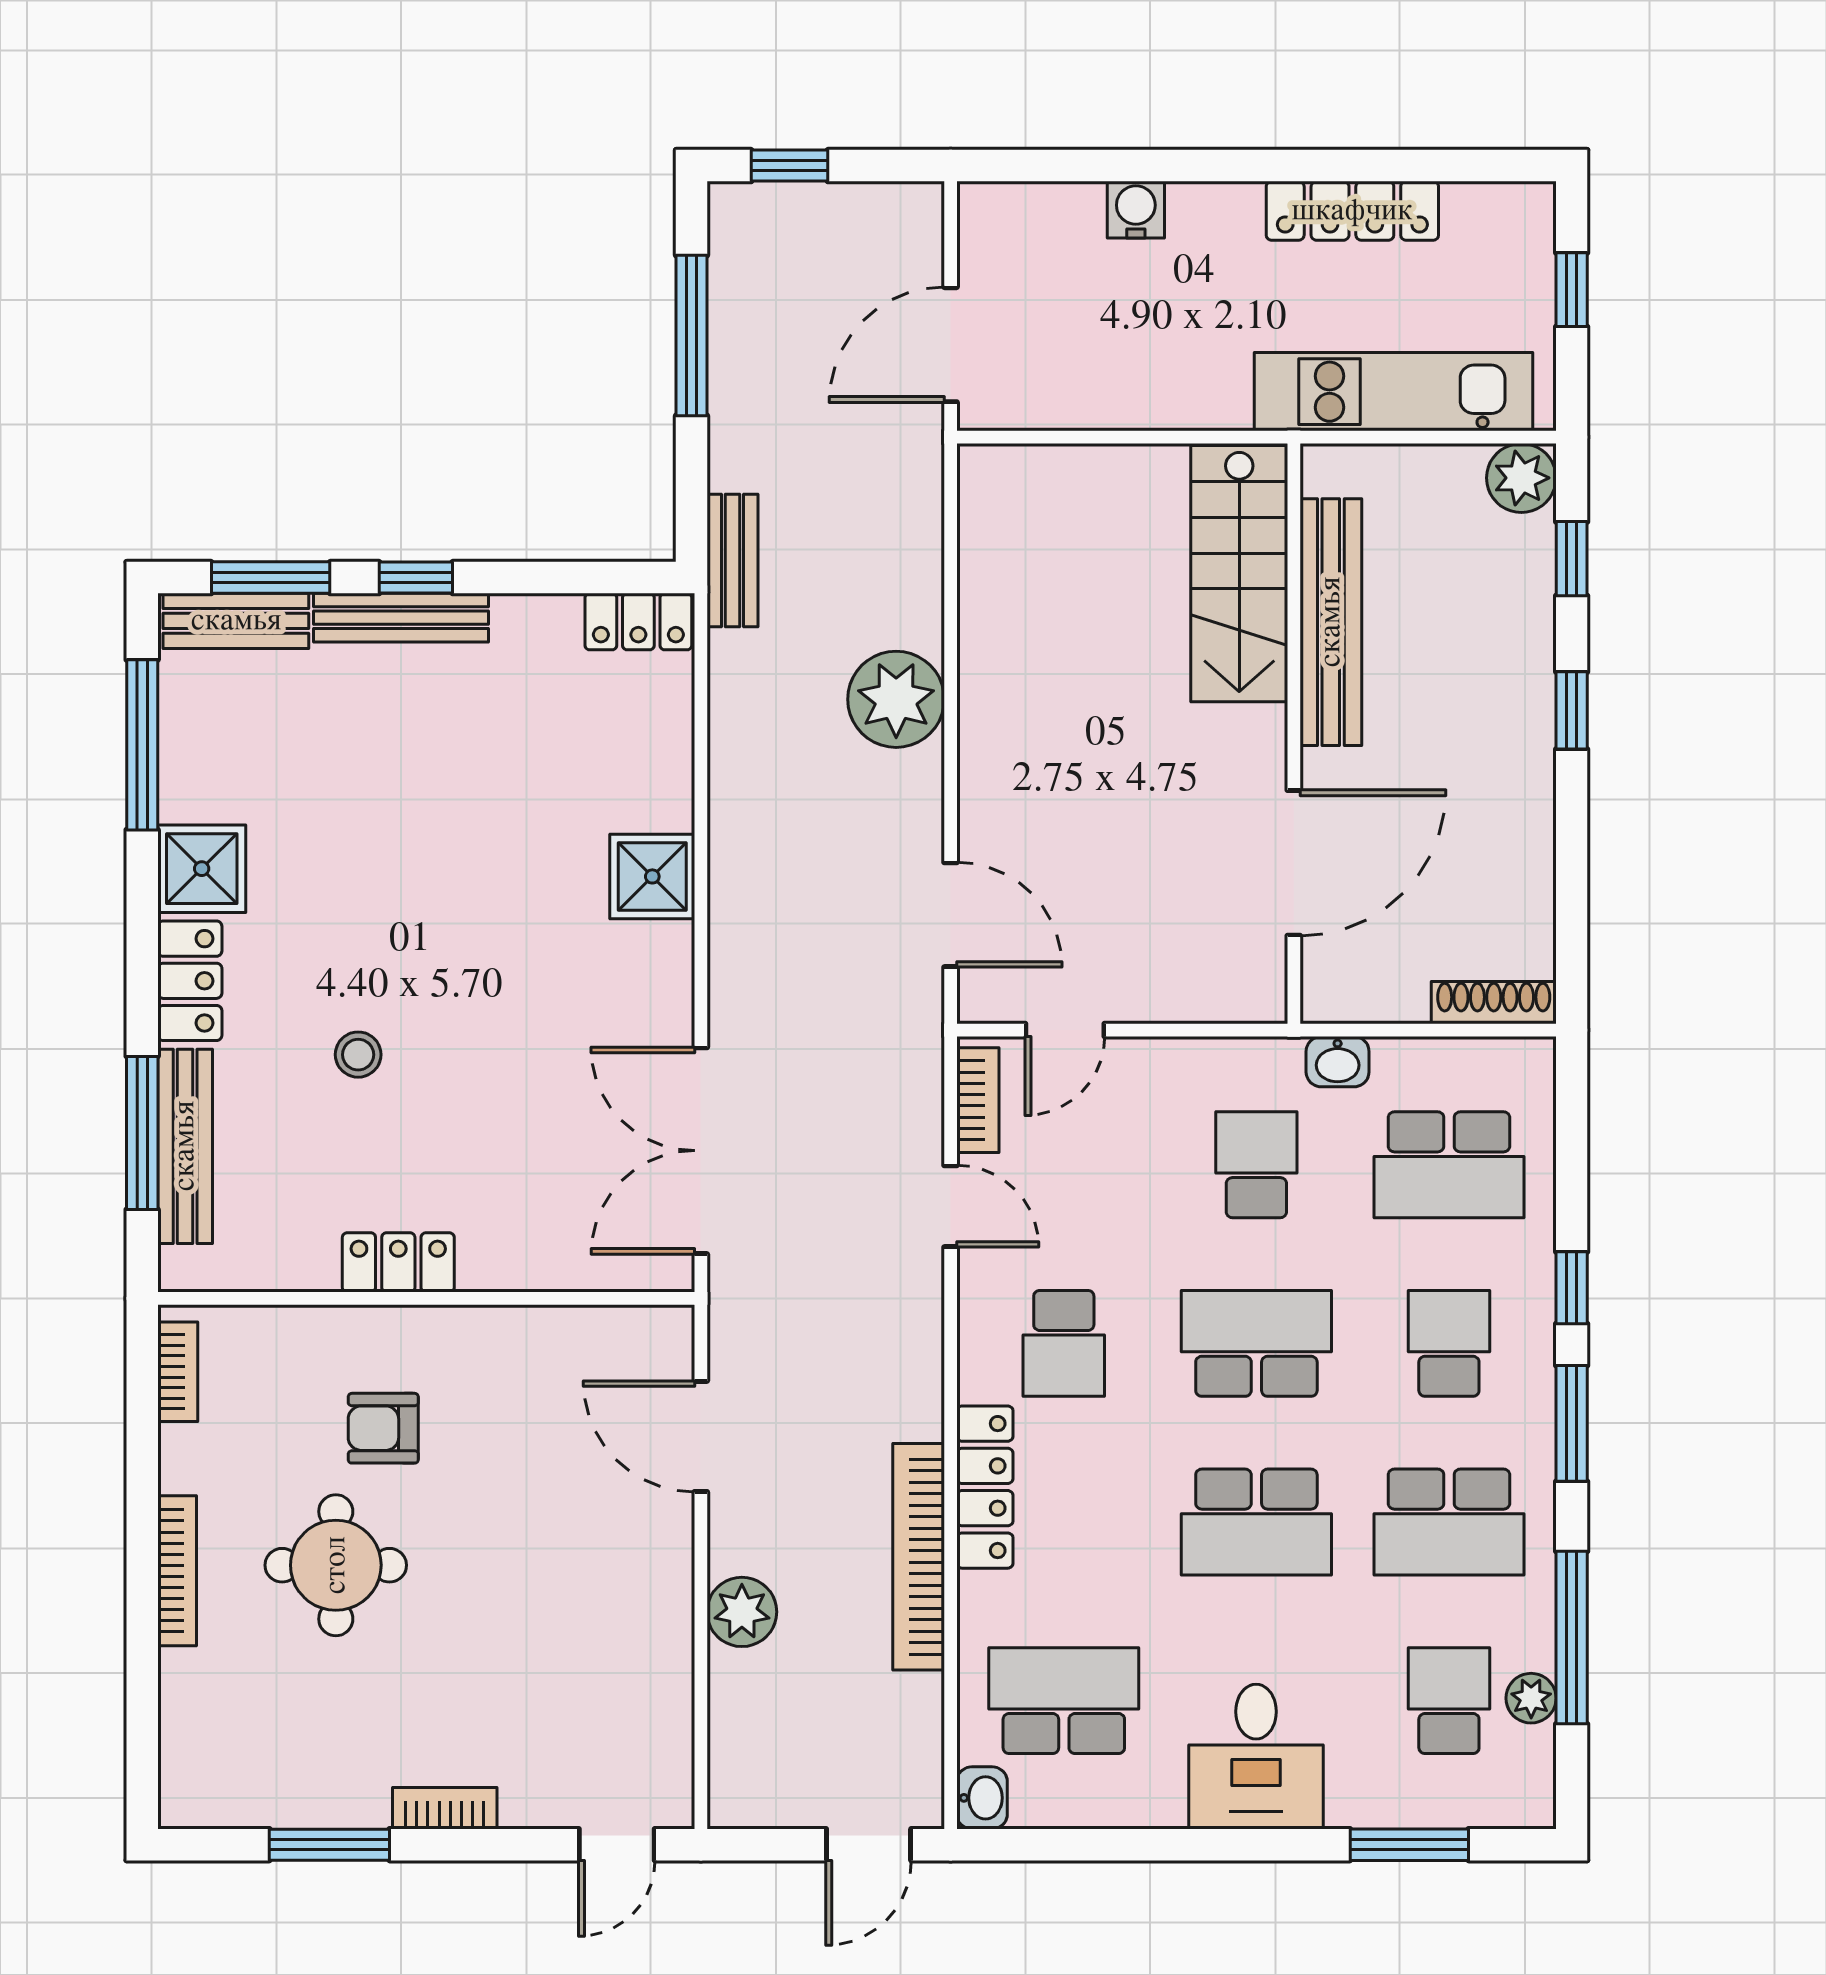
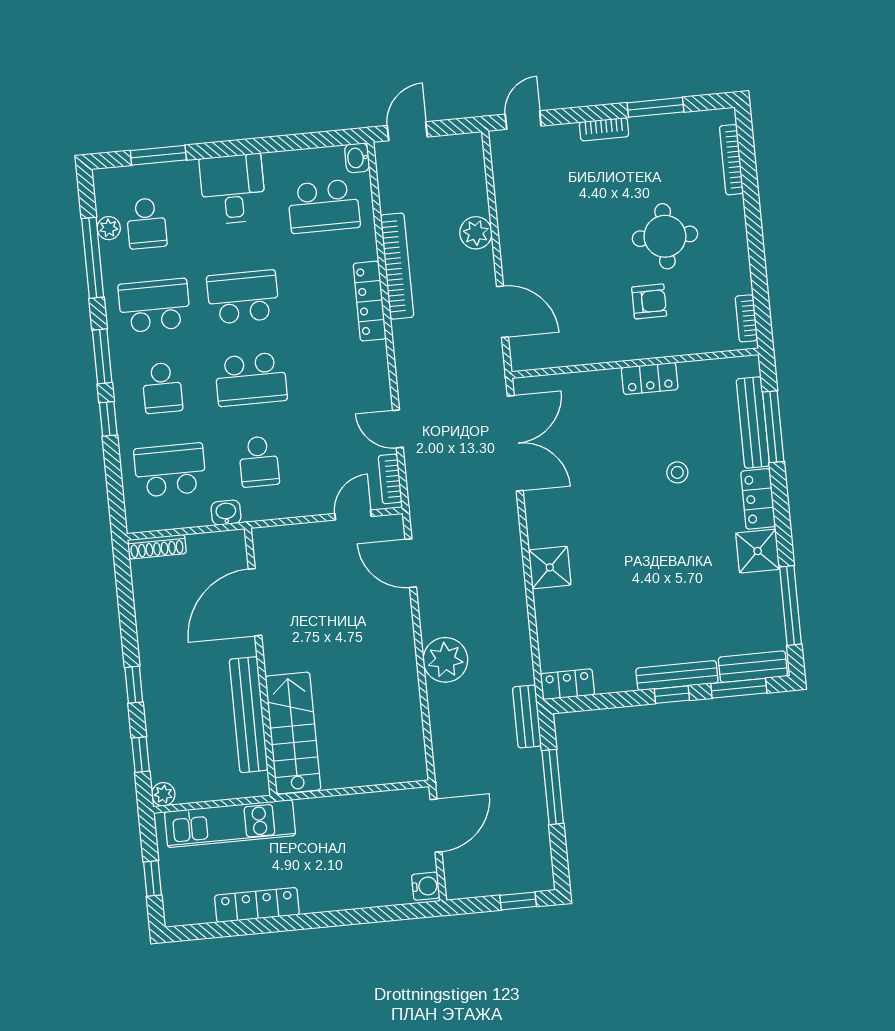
water cooler: (1136, 210) -> (426, 886), moved, turned -90
window: (692, 335) -> (553, 787), moved
plant: (1521, 478) -> (163, 794), width x0.73, depth x0.73
school desk: (1064, 1343) -> (340, 371), removed
bookcase: (177, 1571) -> (731, 160), moved

